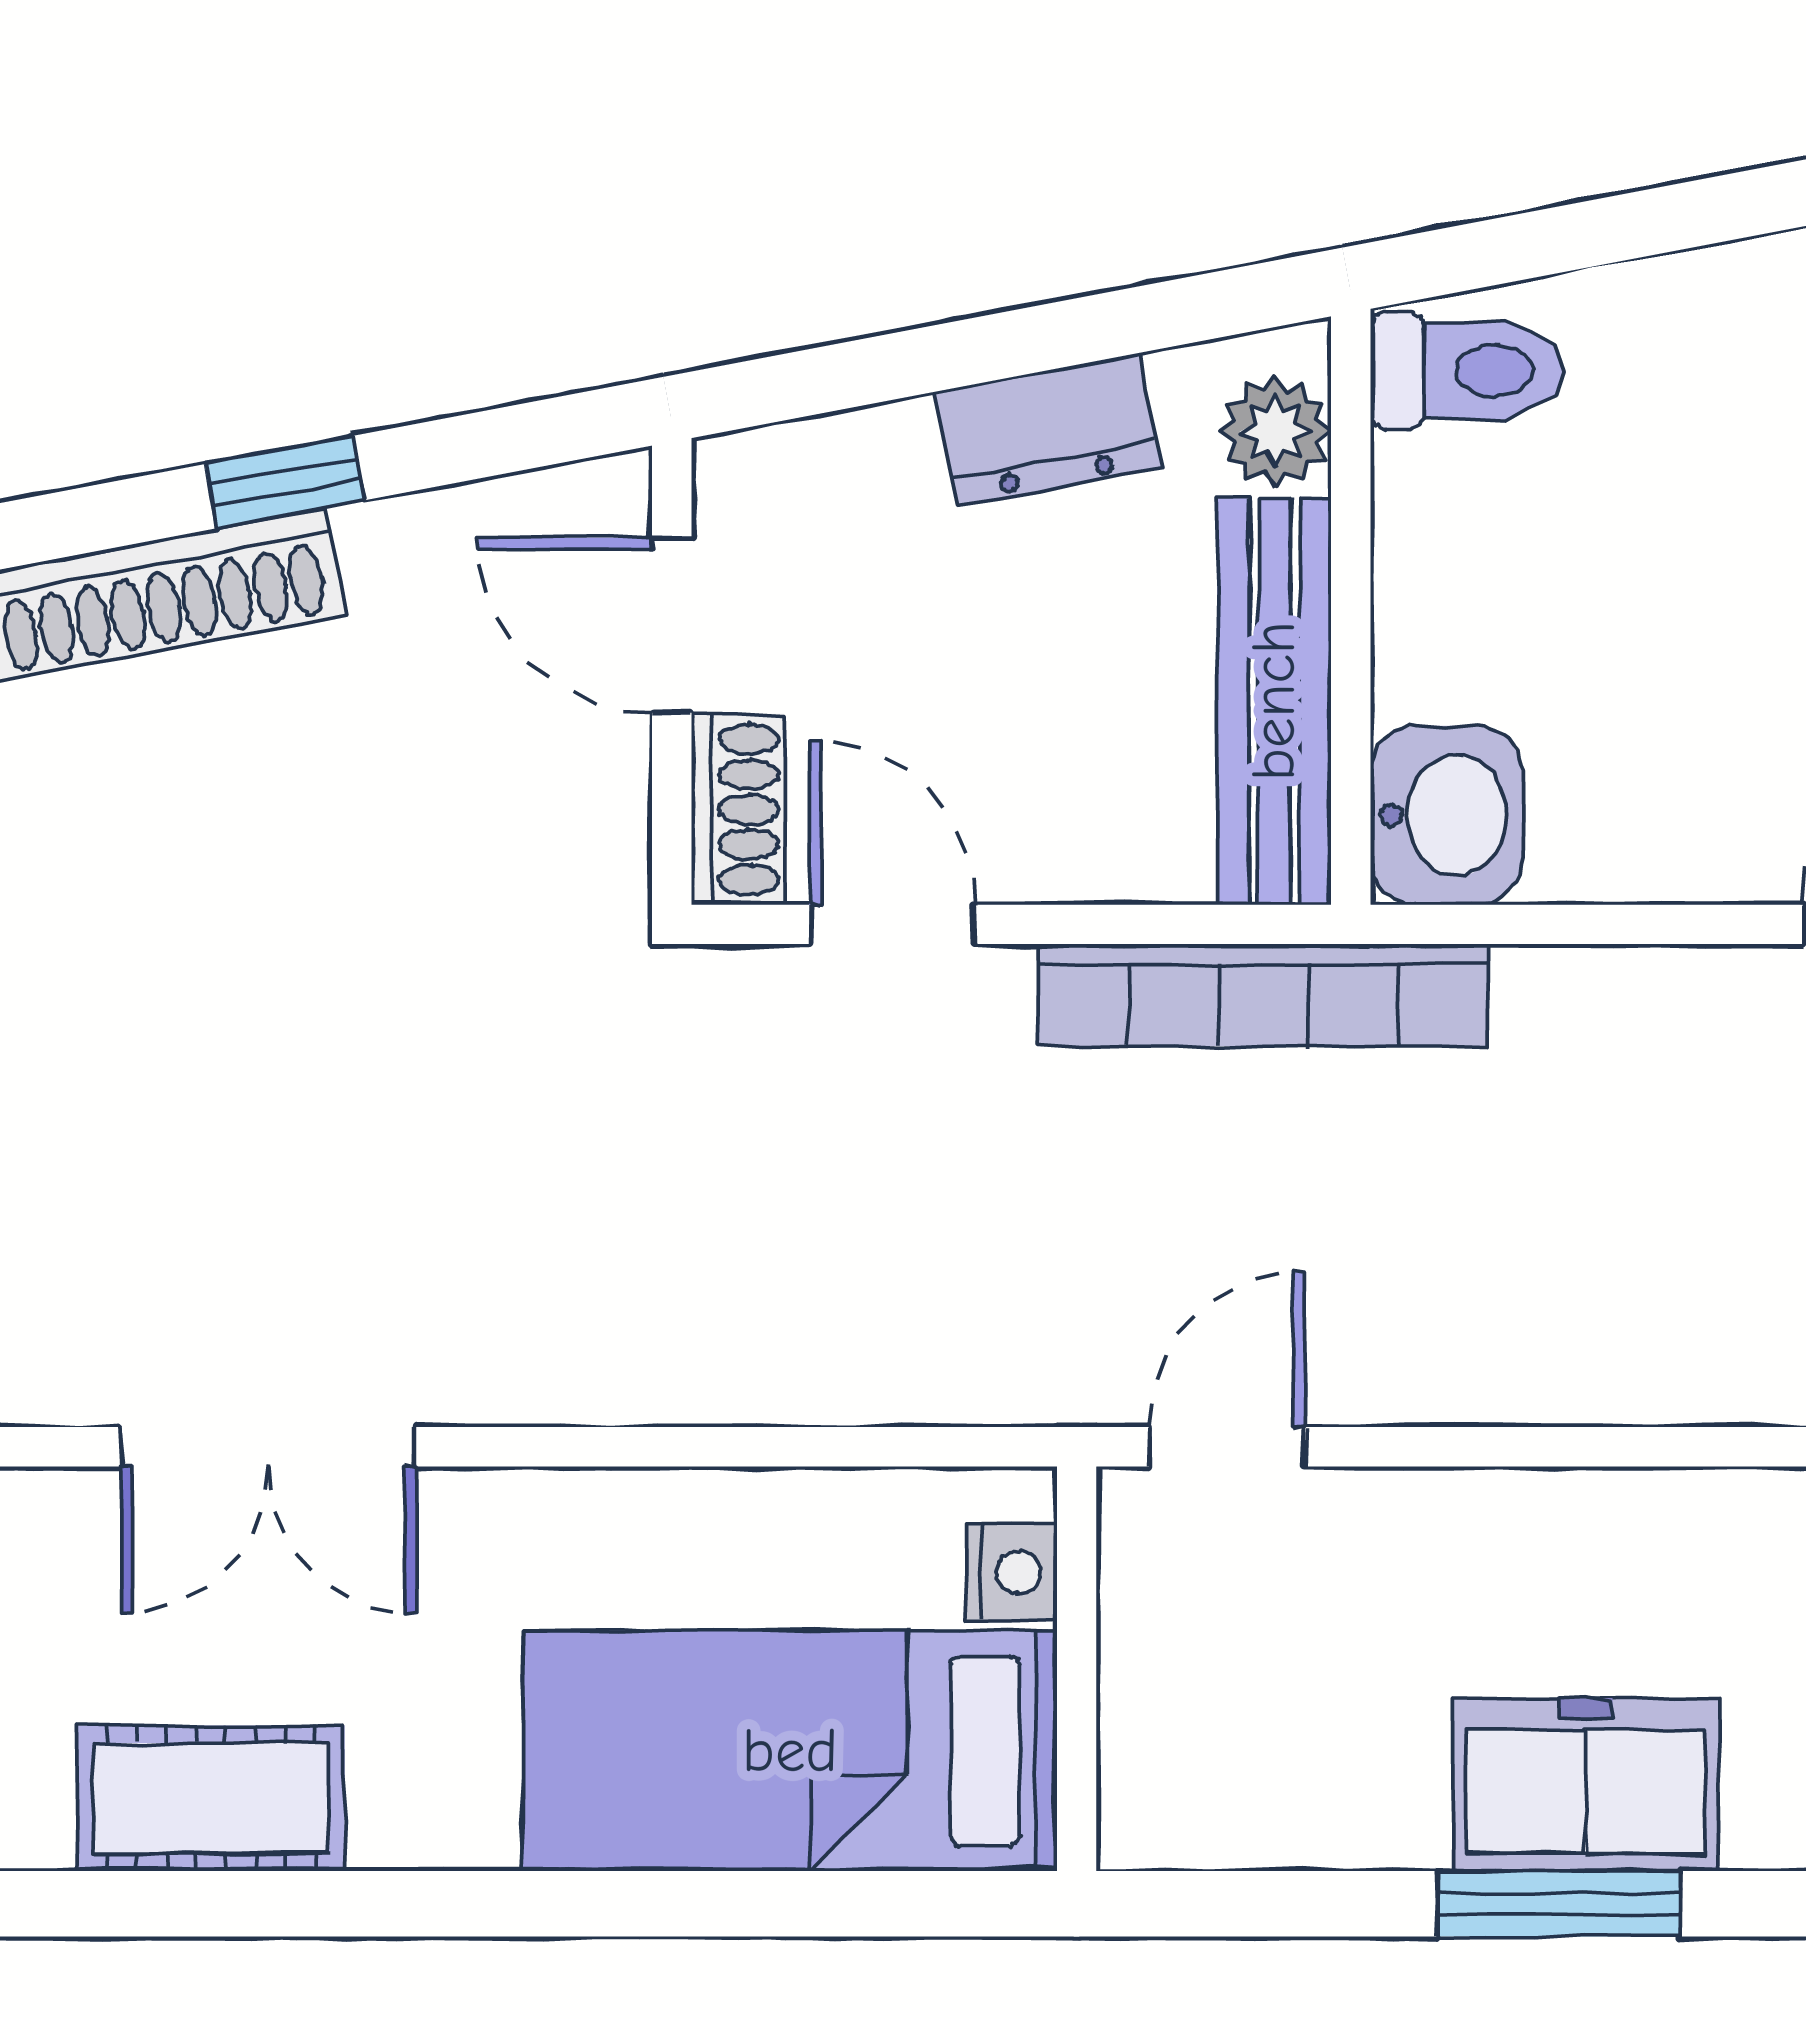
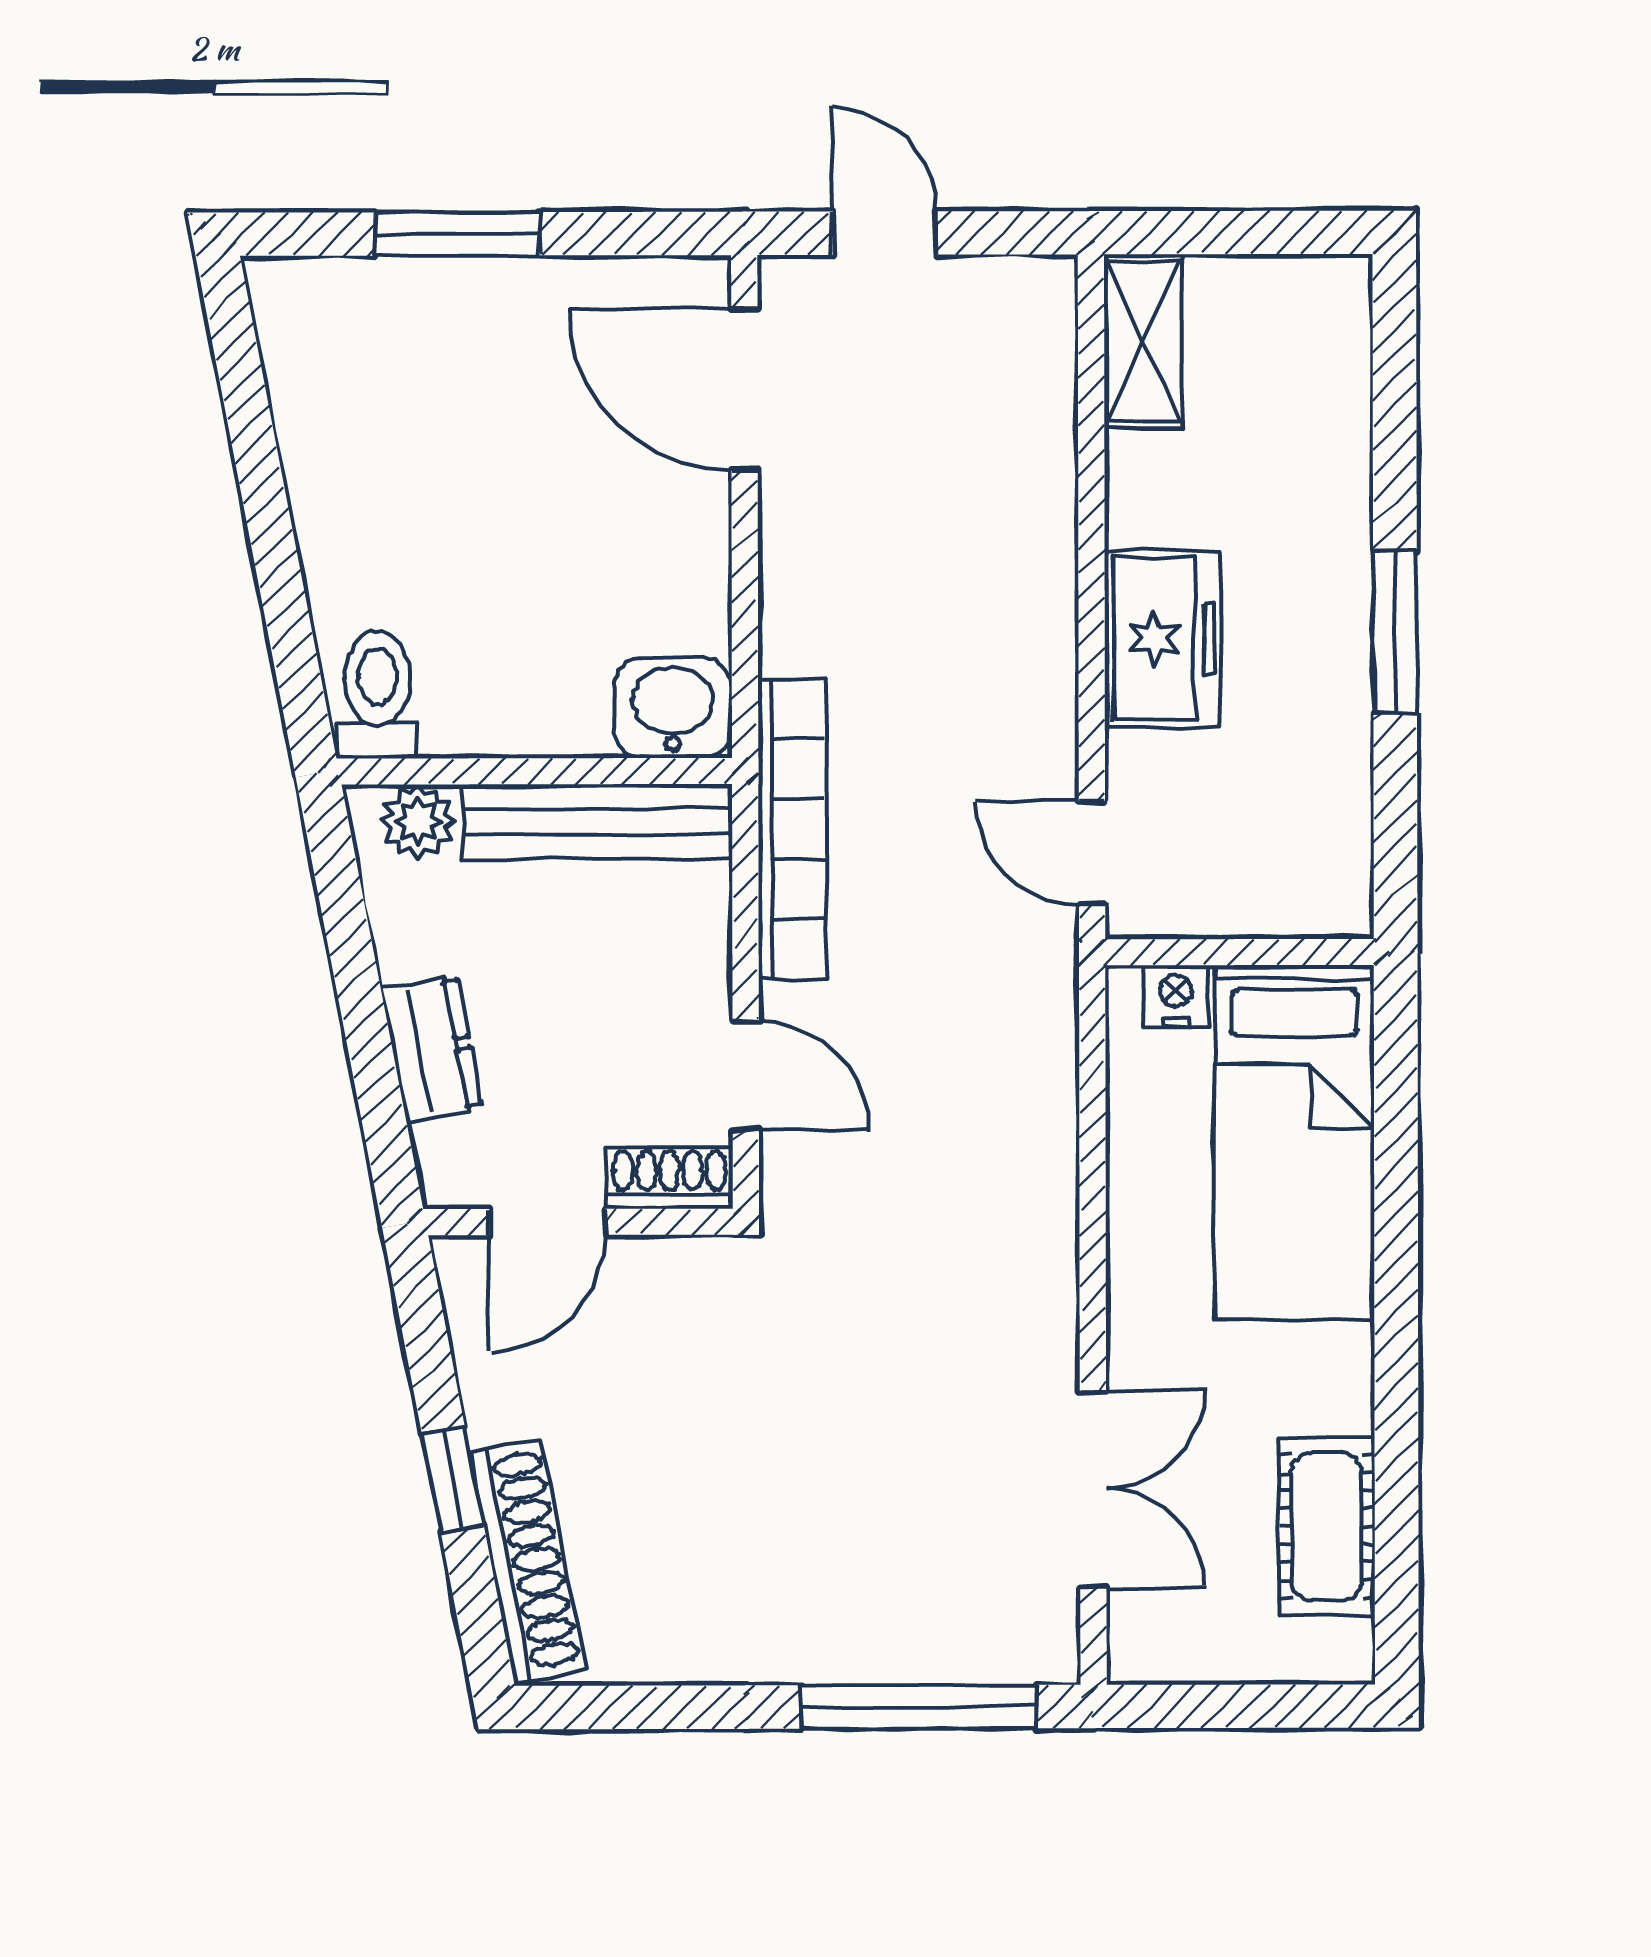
dresser: (1048, 430) -> (432, 1049), moved
door: (892, 924) -> (746, 1075), swing flipped
freezer: (1586, 1785) -> (1162, 639), moved, turned 180

